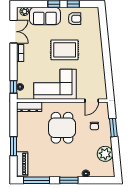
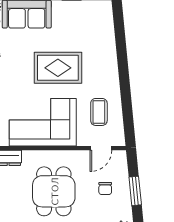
armchair: (75, 19) -> (74, 18), removed
coffee table: (90, 78) -> (99, 112), added

